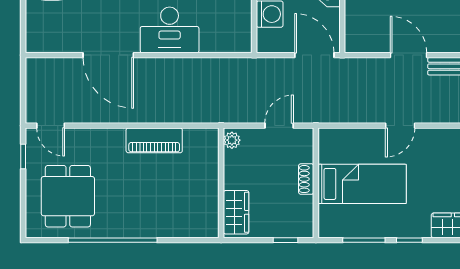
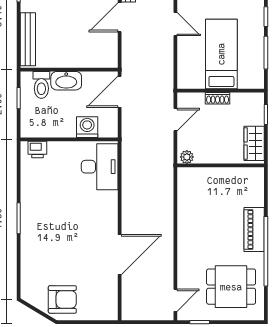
desk: (170, 30) -> (100, 167), moved
door: (279, 126) -> (175, 120), swing flipped
piano: (154, 140) -> (254, 229), moved, turned 180
wardrobe: (236, 212) -> (254, 143), moved, turned -90

